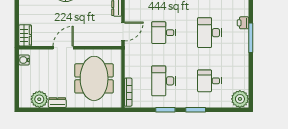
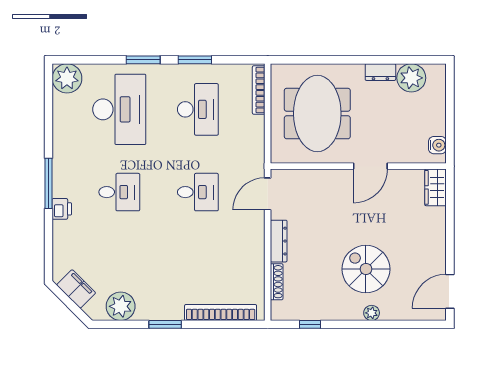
desk: (210, 33) -> (119, 192), width x0.73
desk: (210, 81) -> (119, 109), width x1.87, depth x1.30

